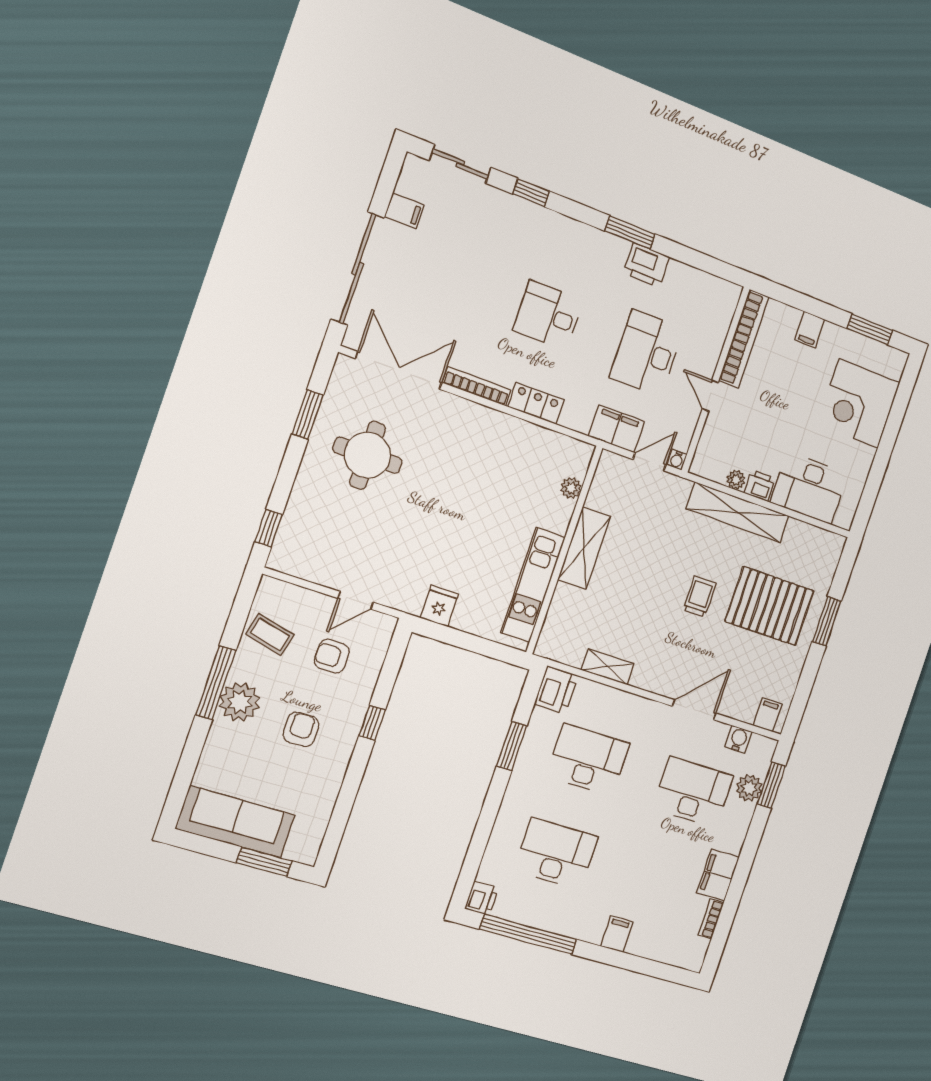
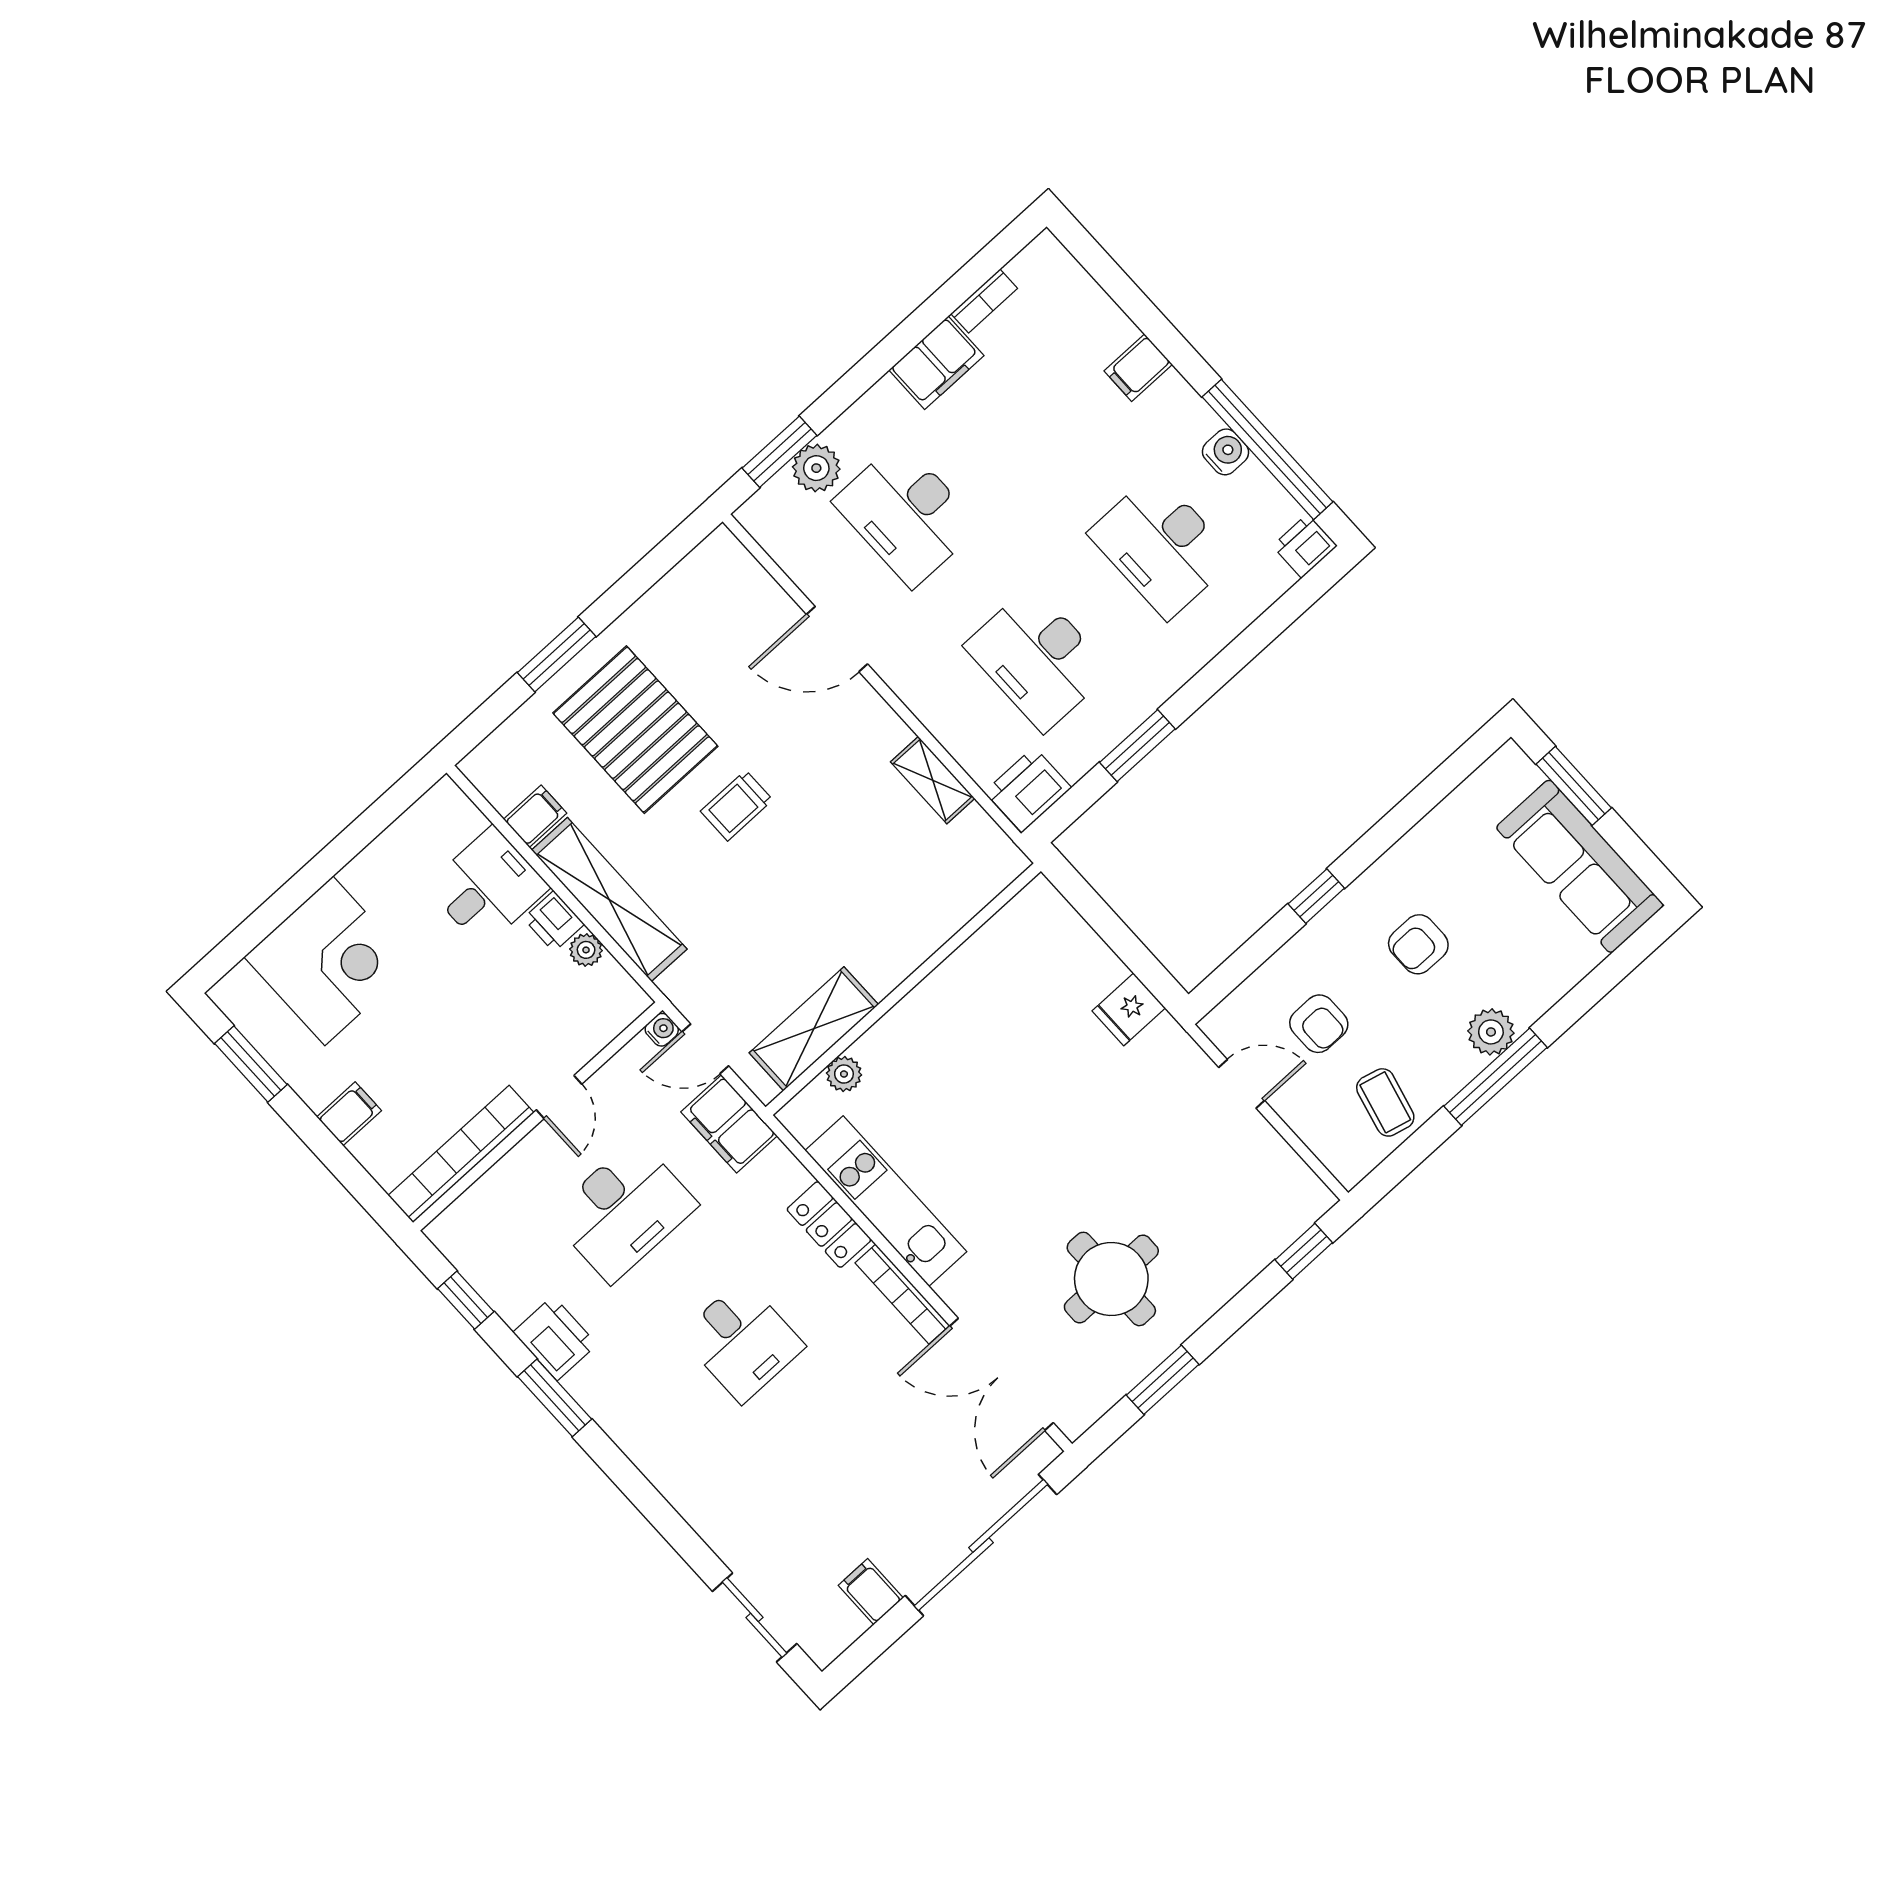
window: (531, 193) -> (466, 1300), moved
desk: (809, 488) -> (488, 887), width x0.73
shelving: (584, 548) -> (814, 1029), moved
kitchen unit: (533, 585) -> (886, 1201), moved, turned -90
plant: (240, 702) -> (1491, 1032), width x0.73, depth x0.73
filing cabinet: (768, 715) -> (535, 816), moved, turned 180
water cooler: (739, 739) -> (1226, 452), moved, turned 180

